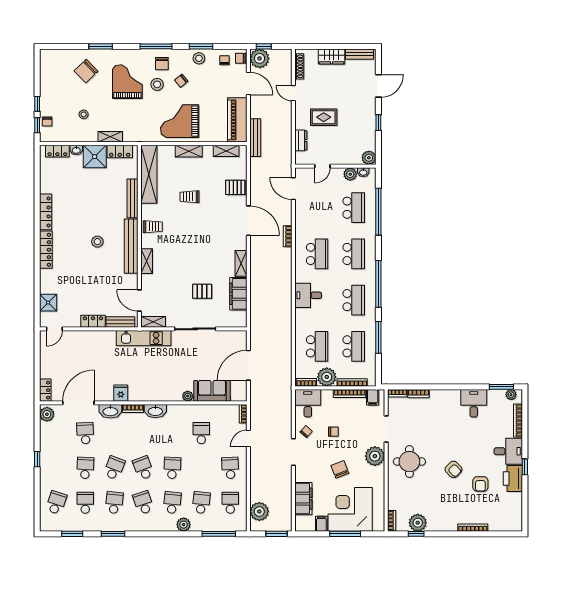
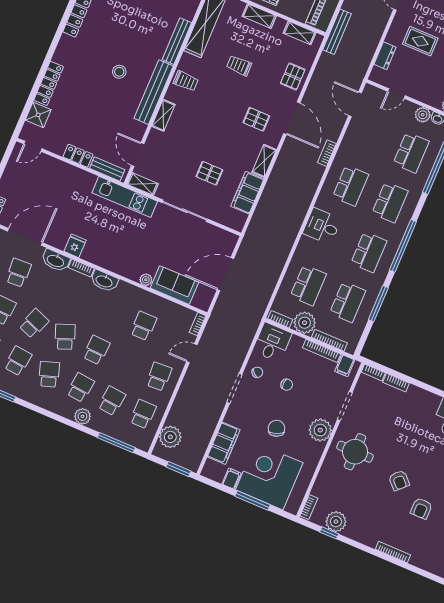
pallet: (235, 187) -> (293, 76), turned 90
pallet: (221, 233) -> (256, 119), added
locker: (46, 250) -> (49, 83), moved

